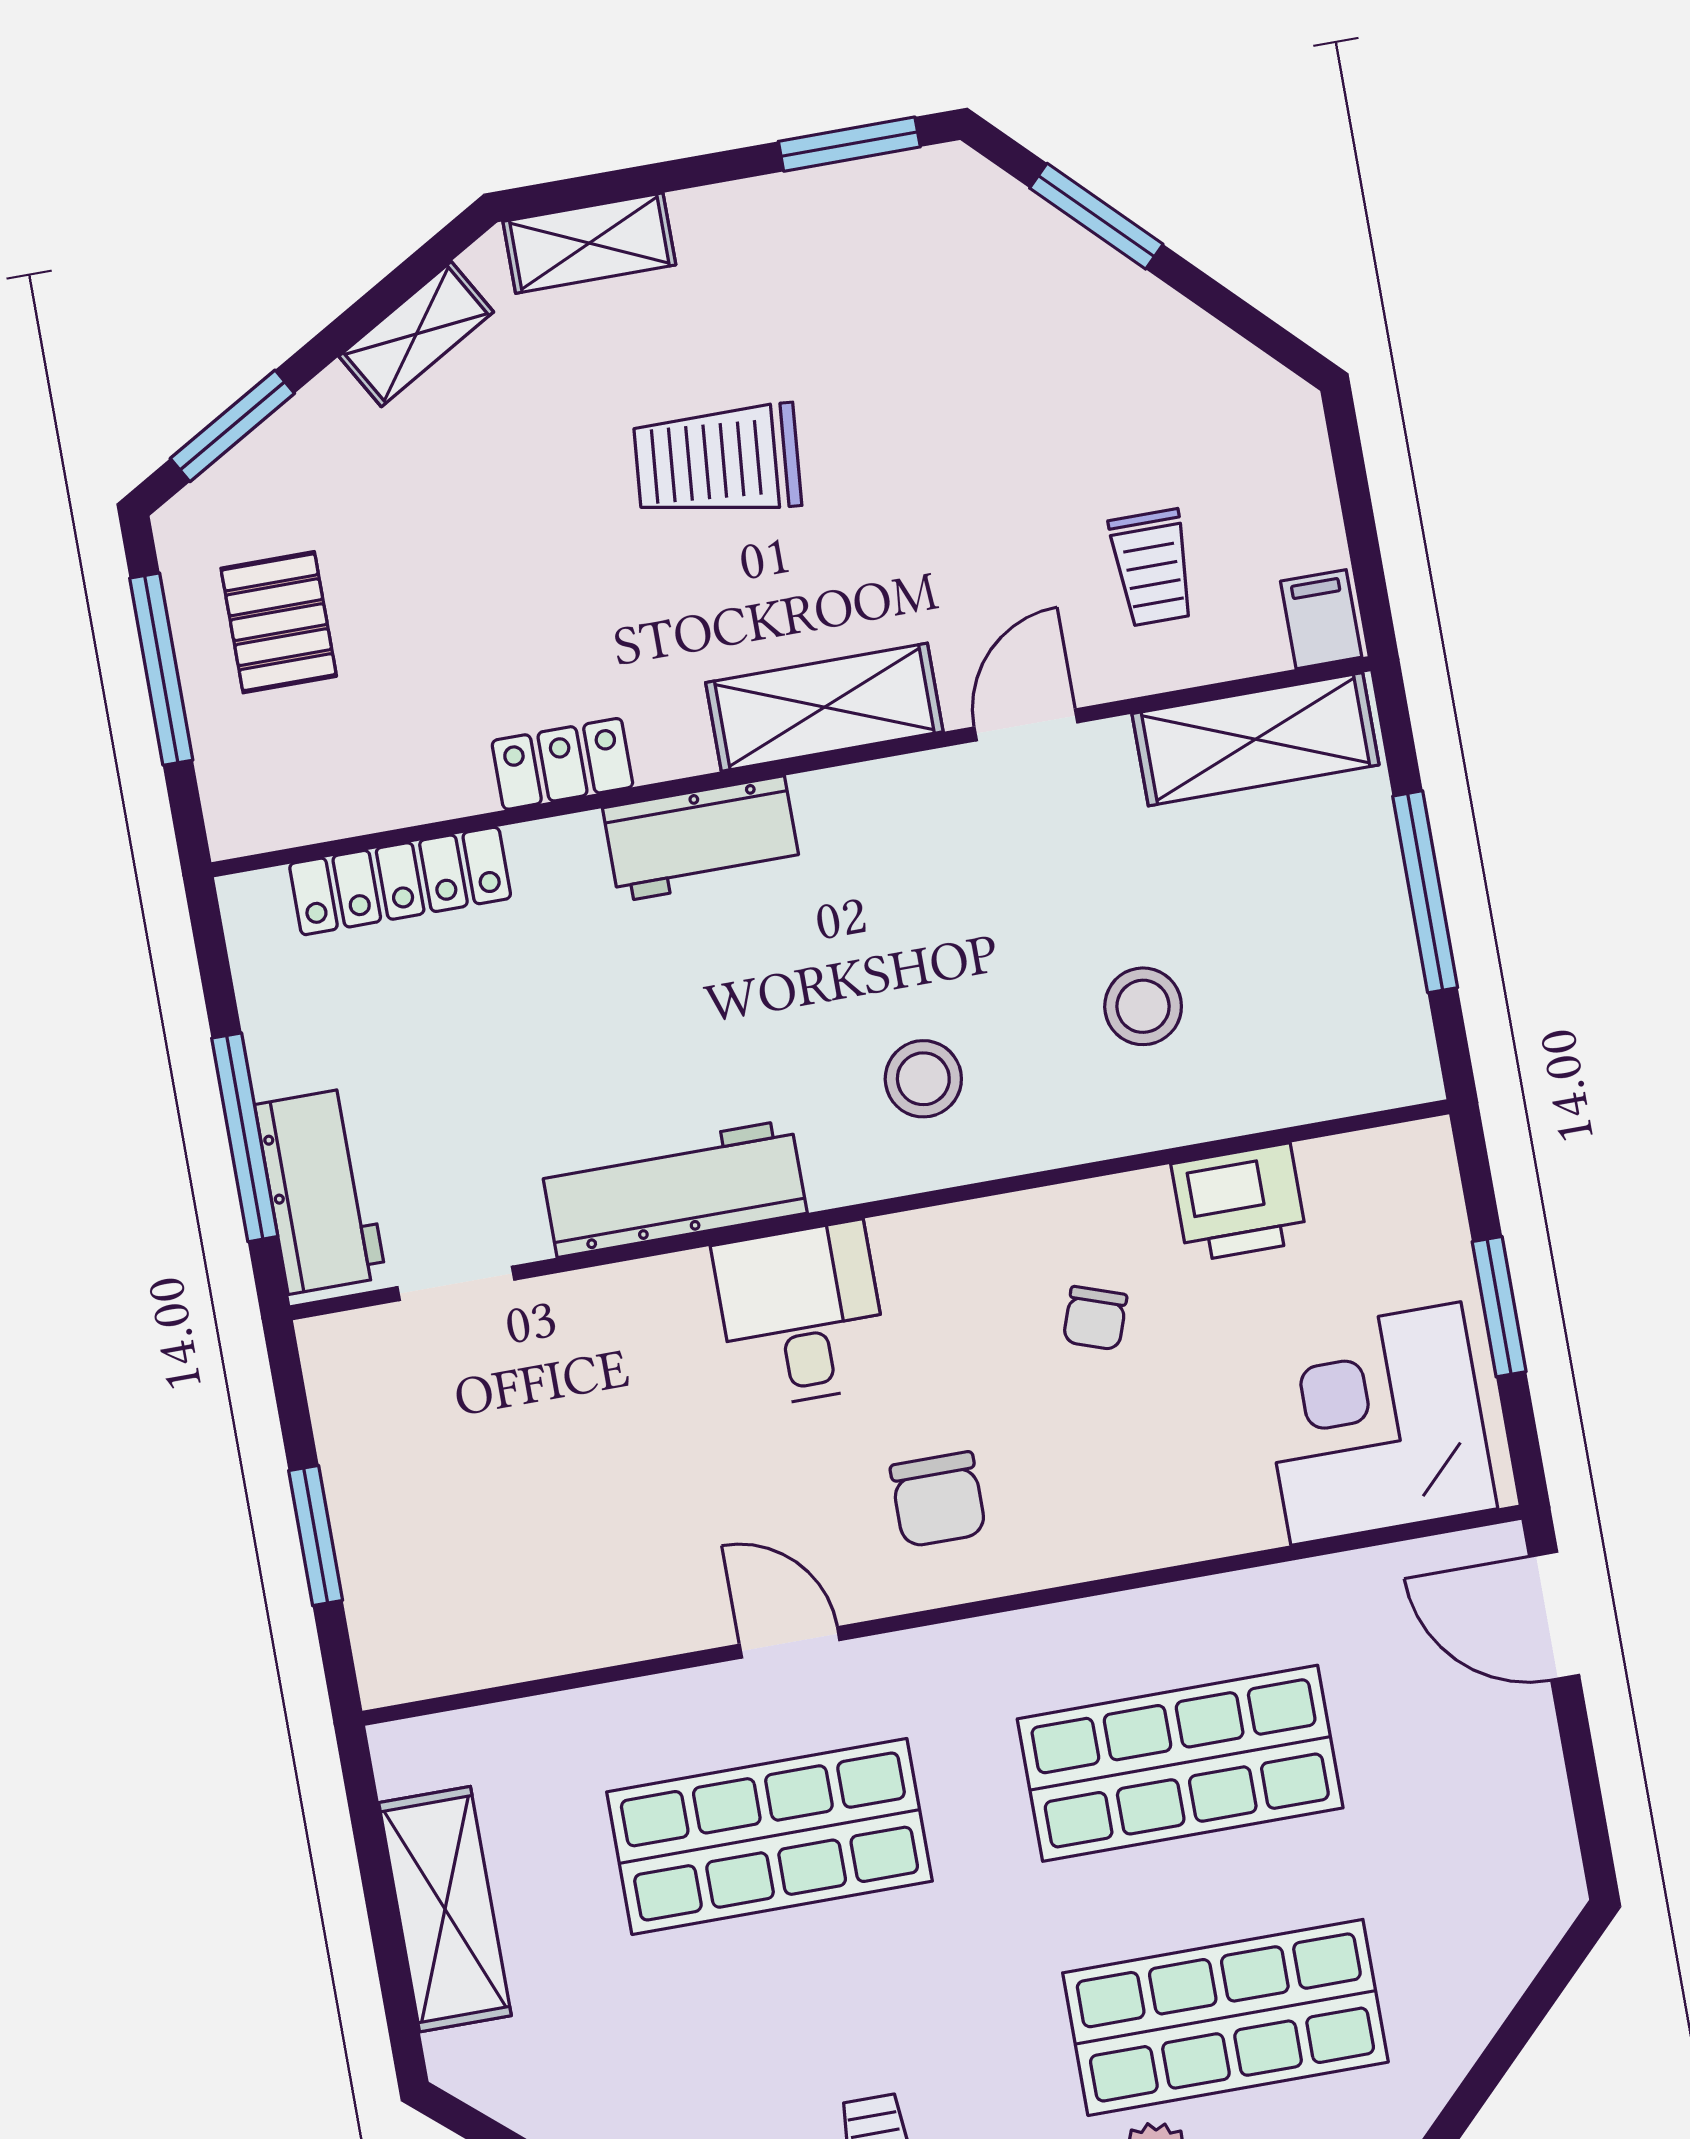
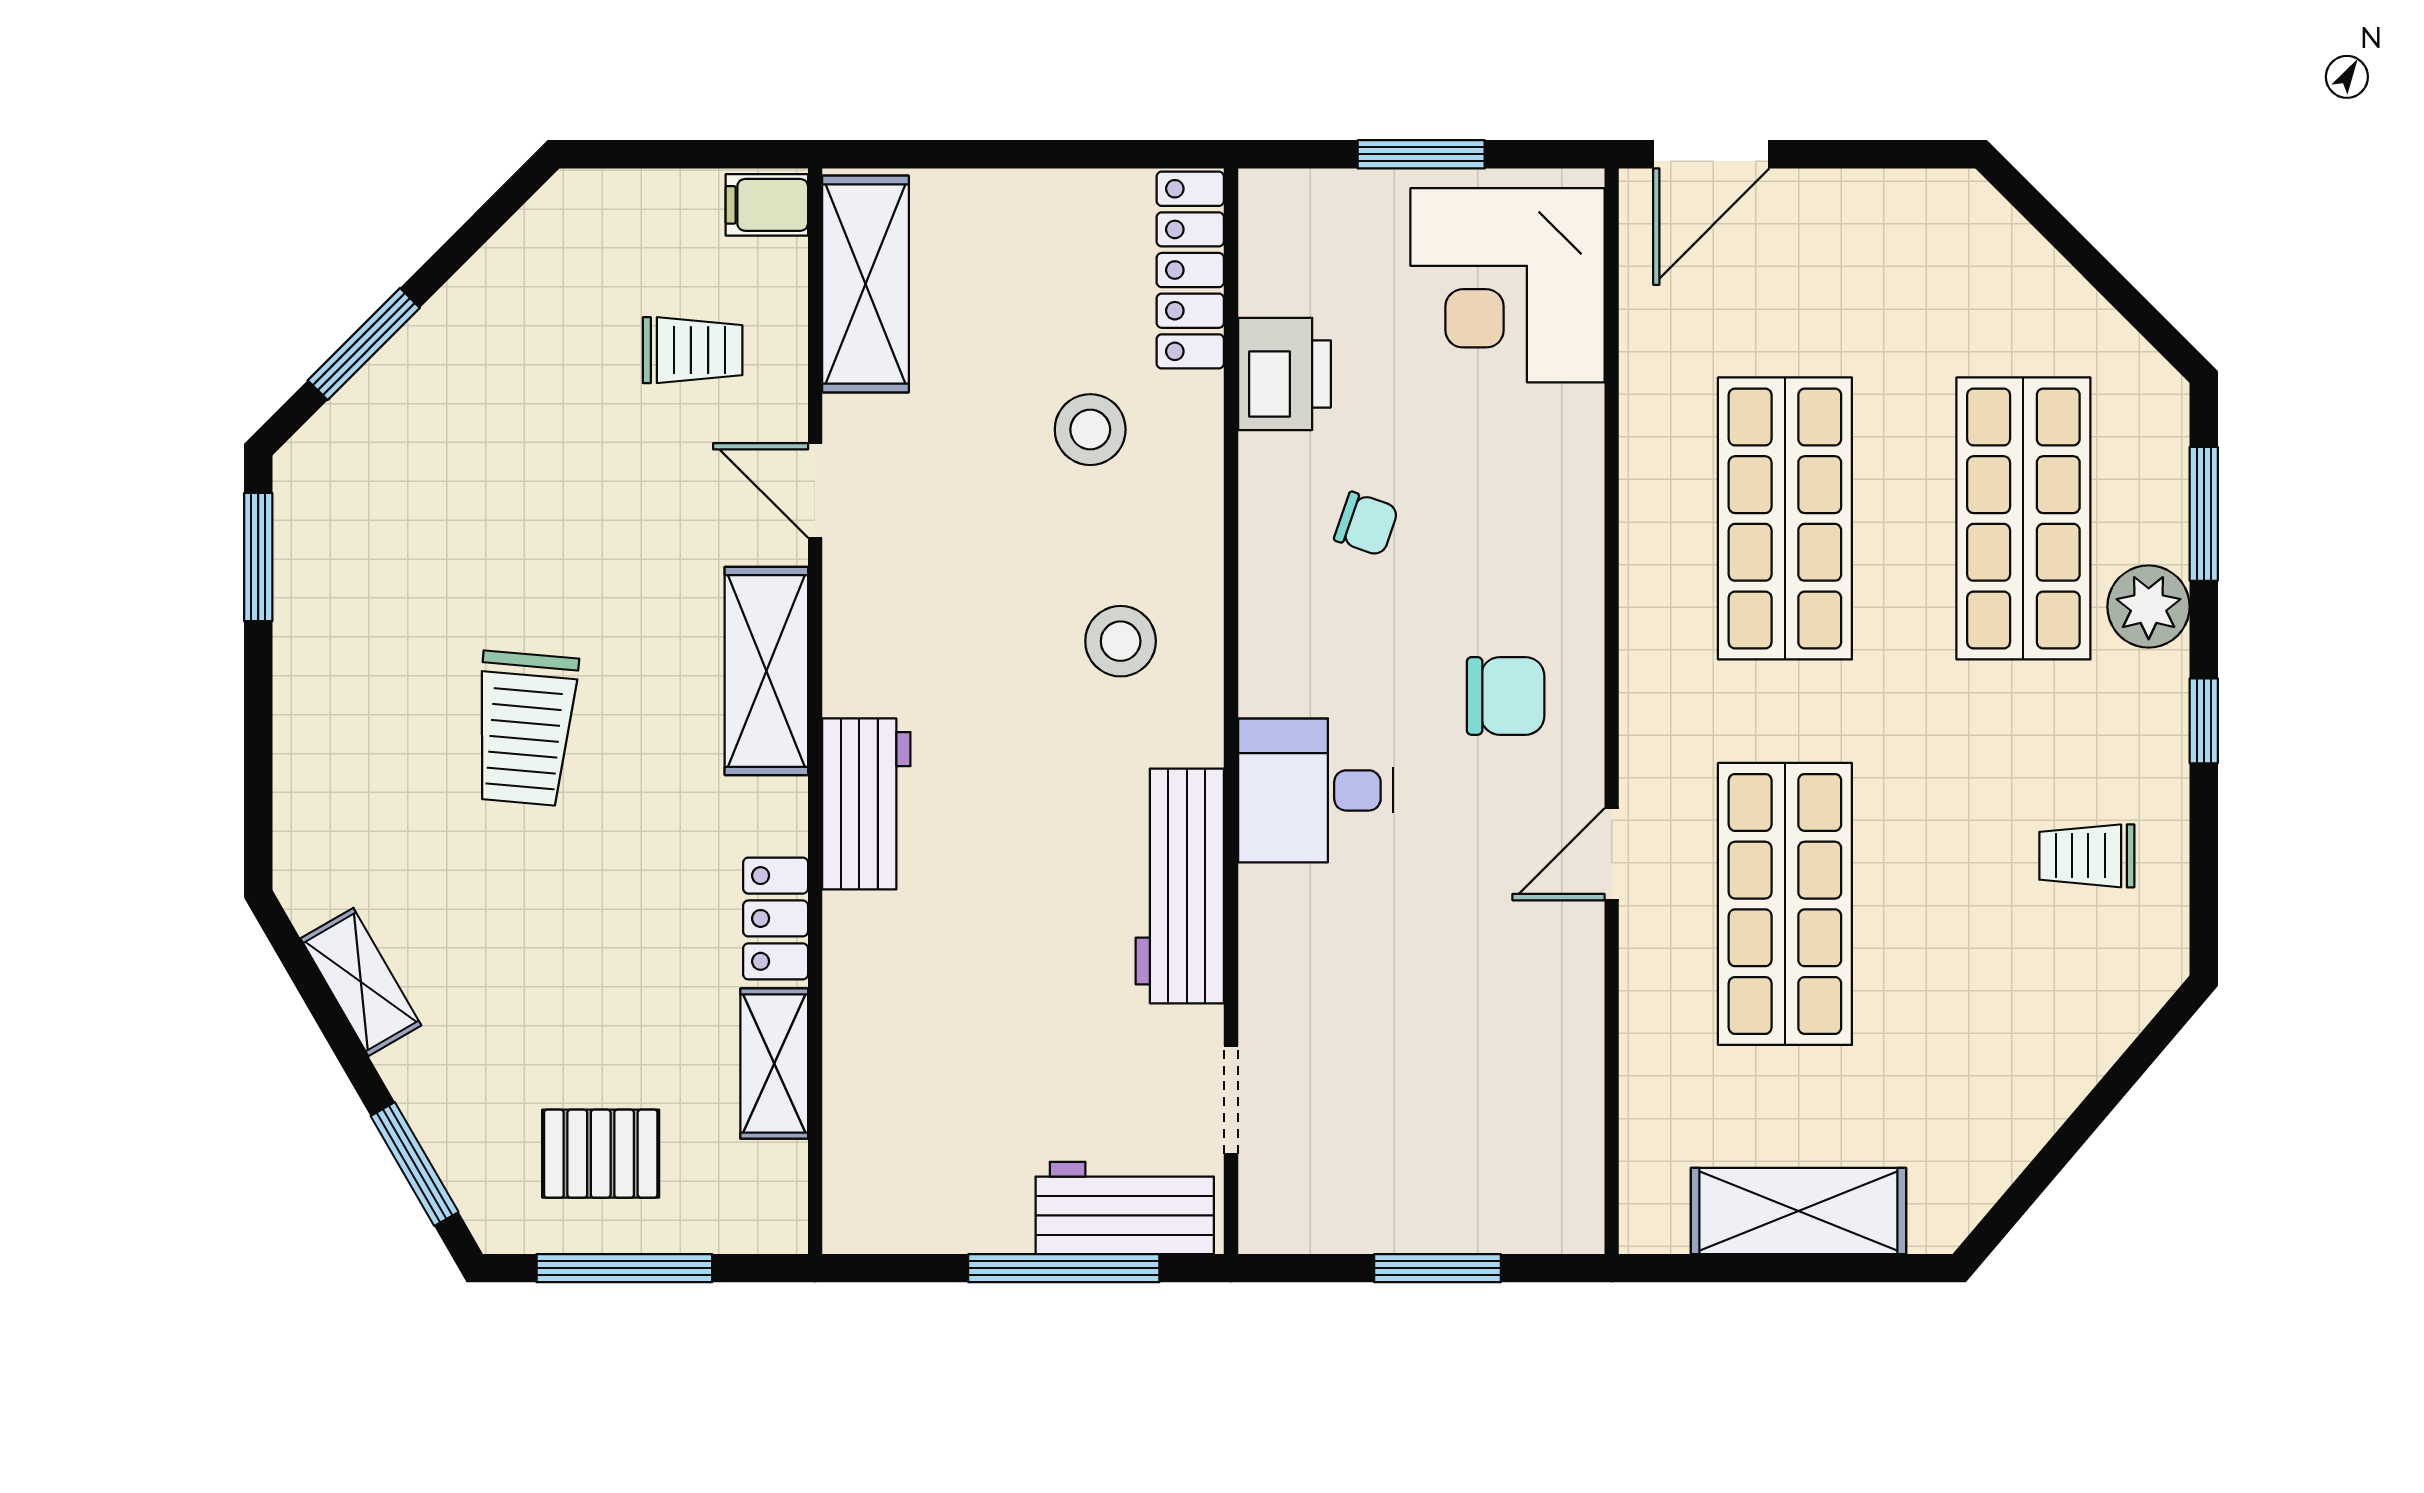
shelving: (589, 243) -> (774, 1064), moved
locker: (400, 881) -> (1190, 270), moved, turned 180
window: (1425, 892) -> (1032, 154), removed

